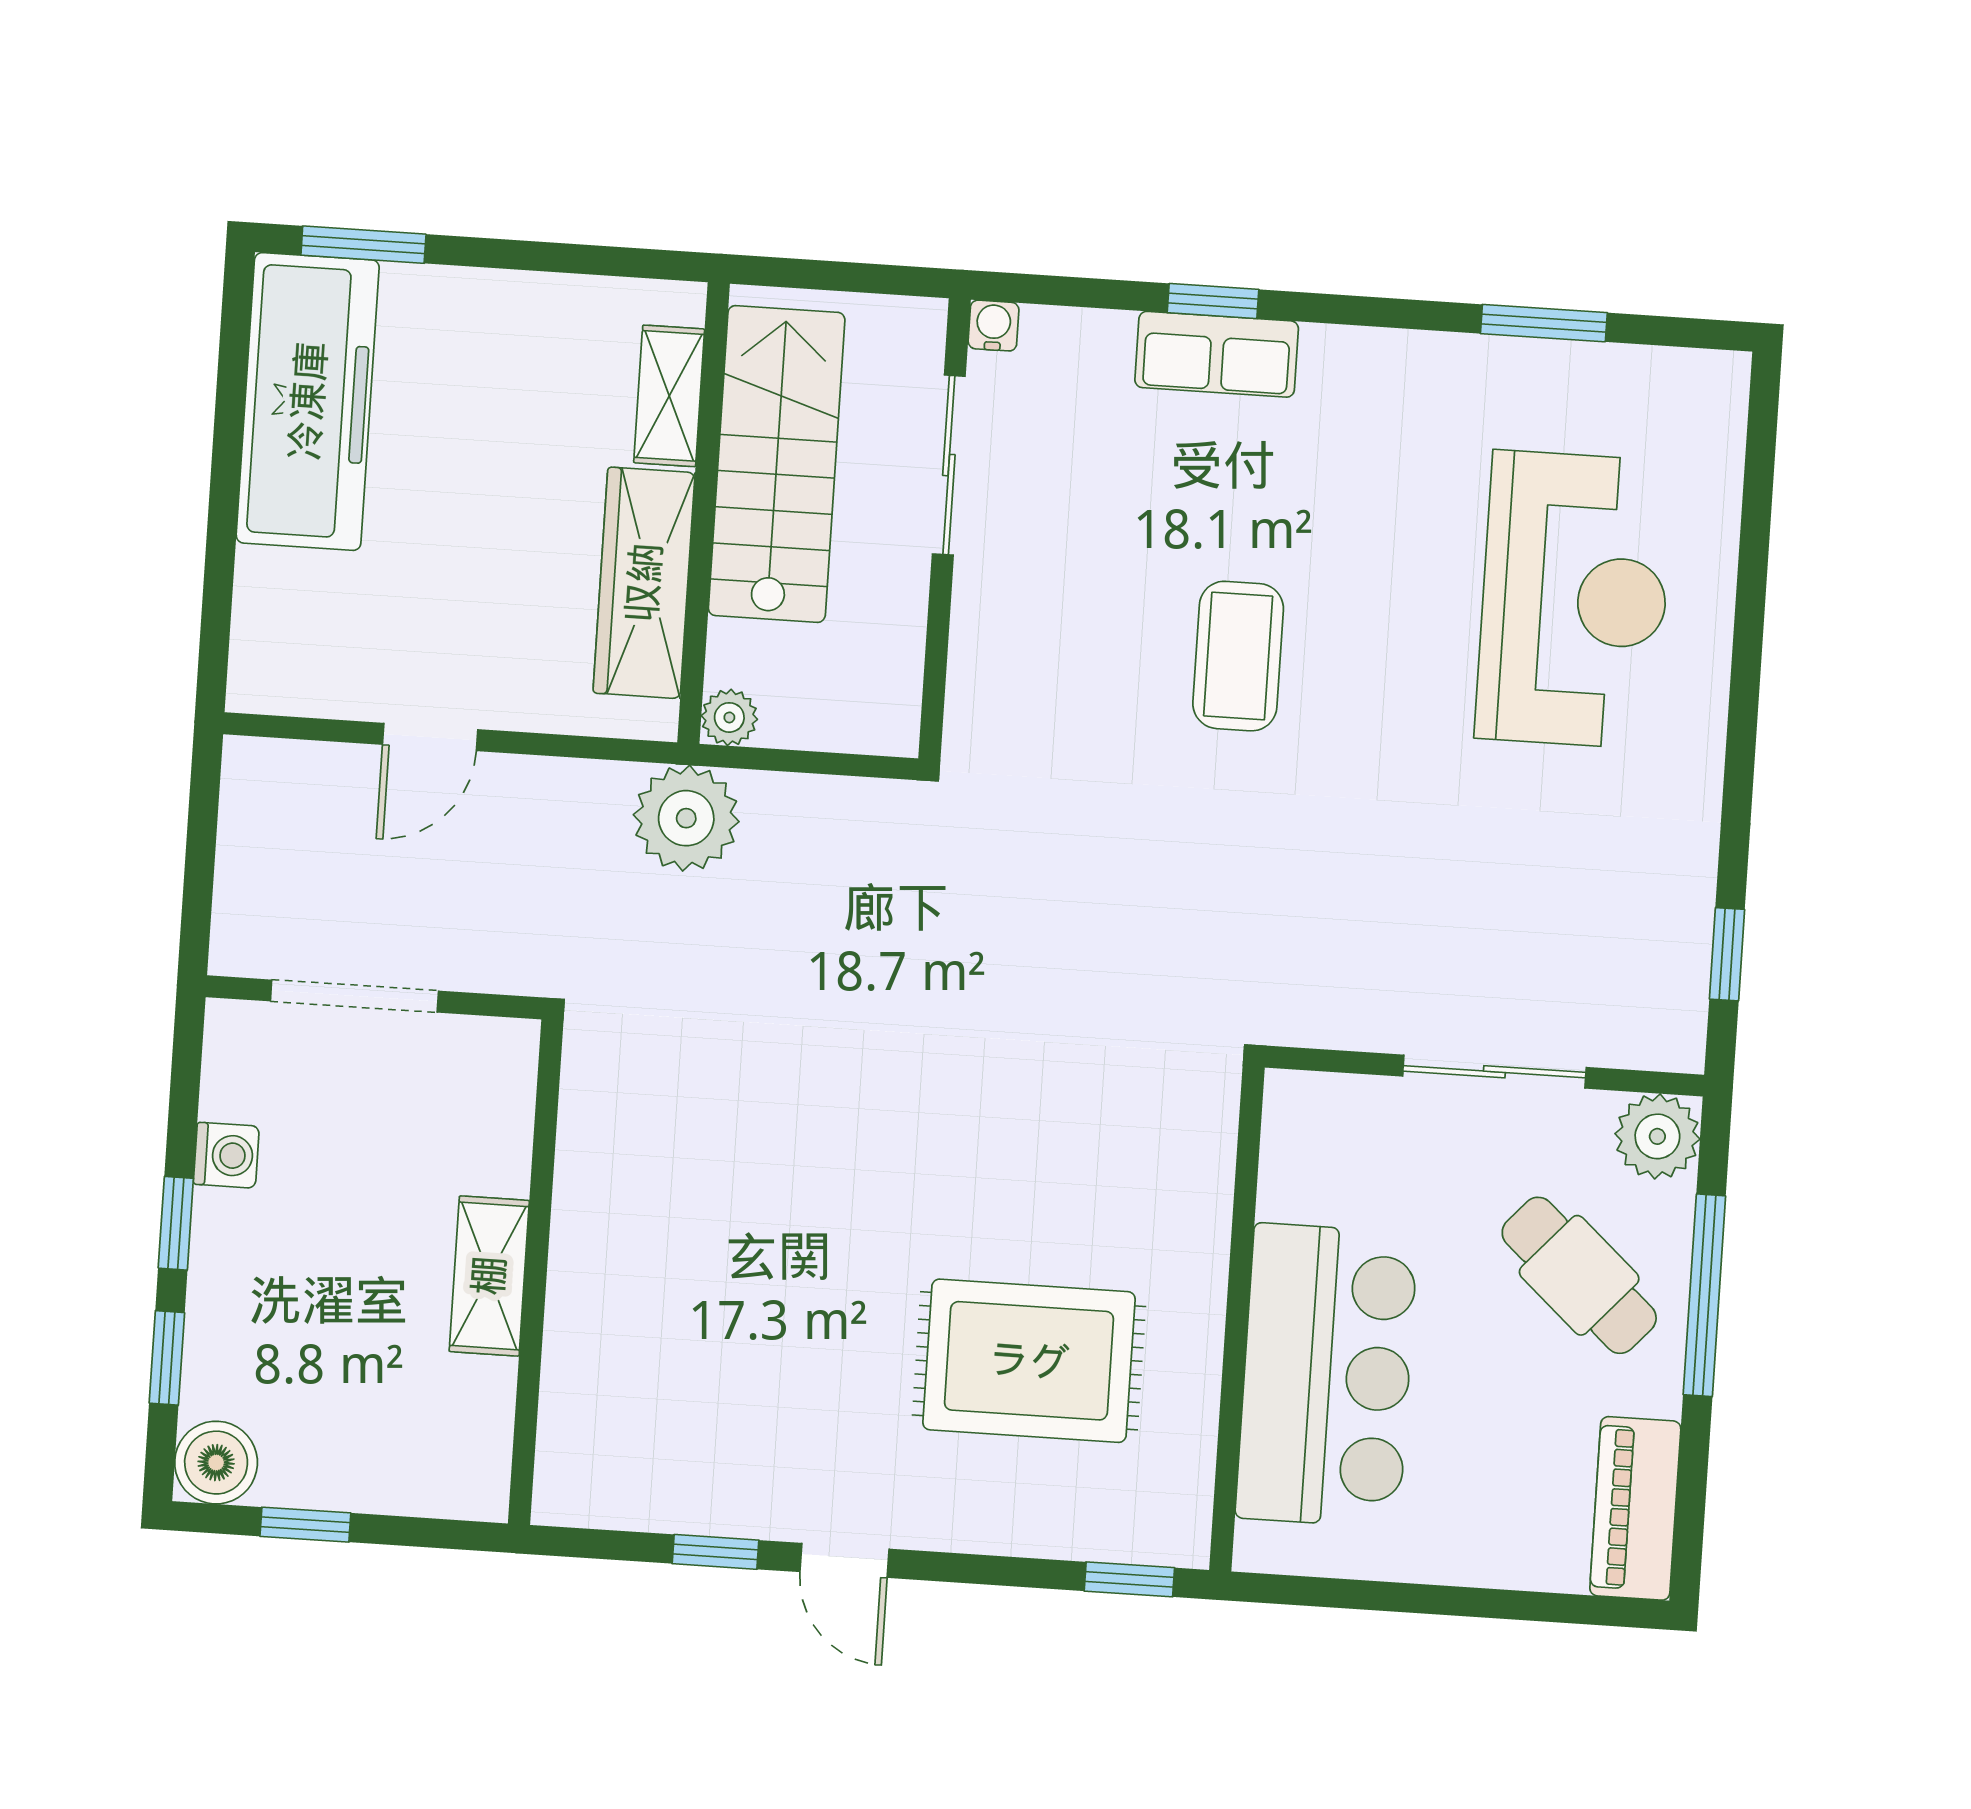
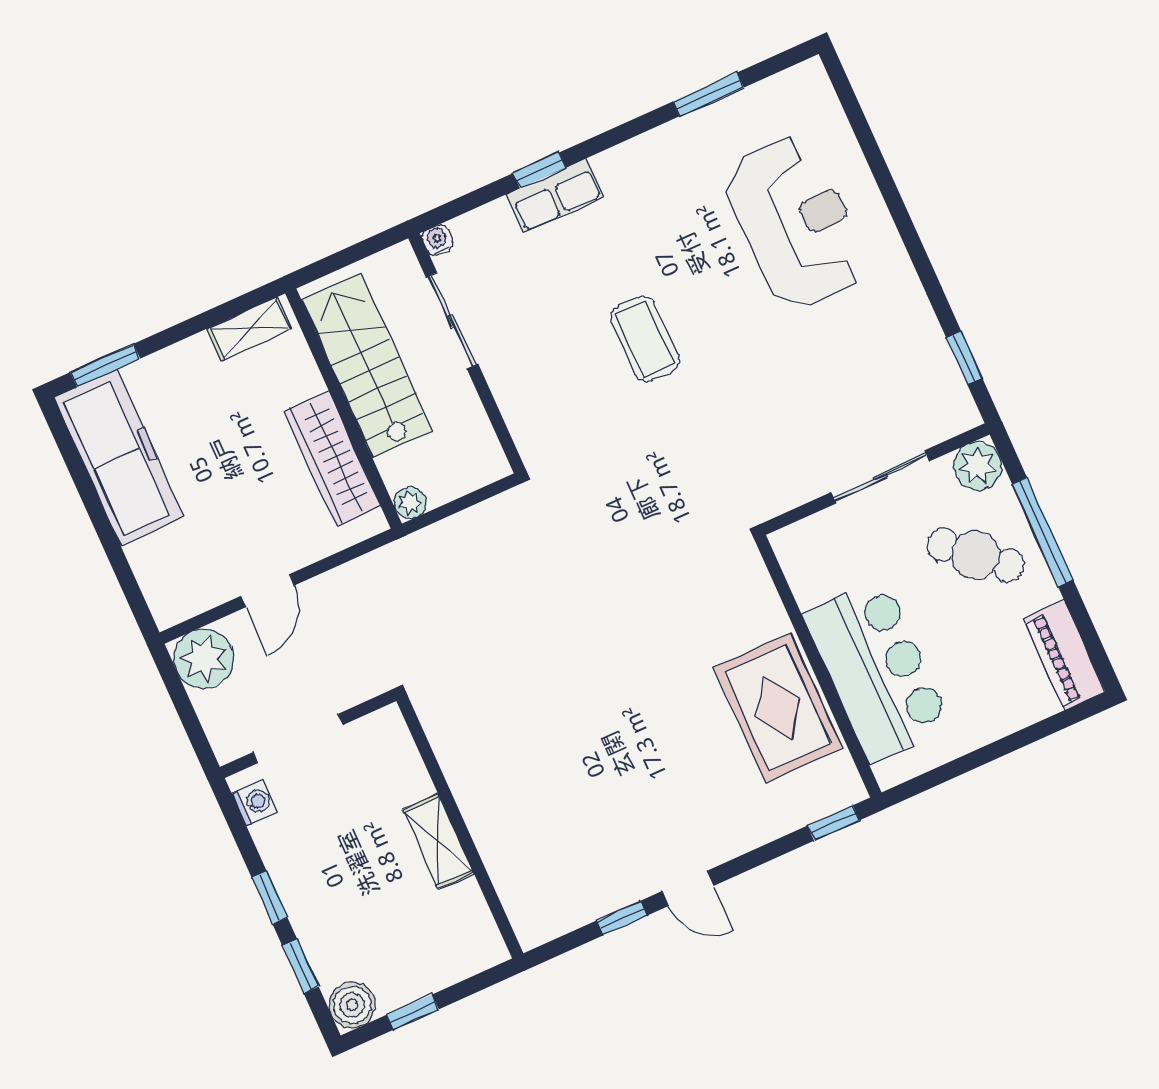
shelving: (669, 396) -> (249, 329), moved, turned 90
plant: (686, 818) -> (204, 659), moved
washing machine: (226, 1155) -> (255, 802), moved
rug: (1029, 1361) -> (778, 708), moved, turned 90

